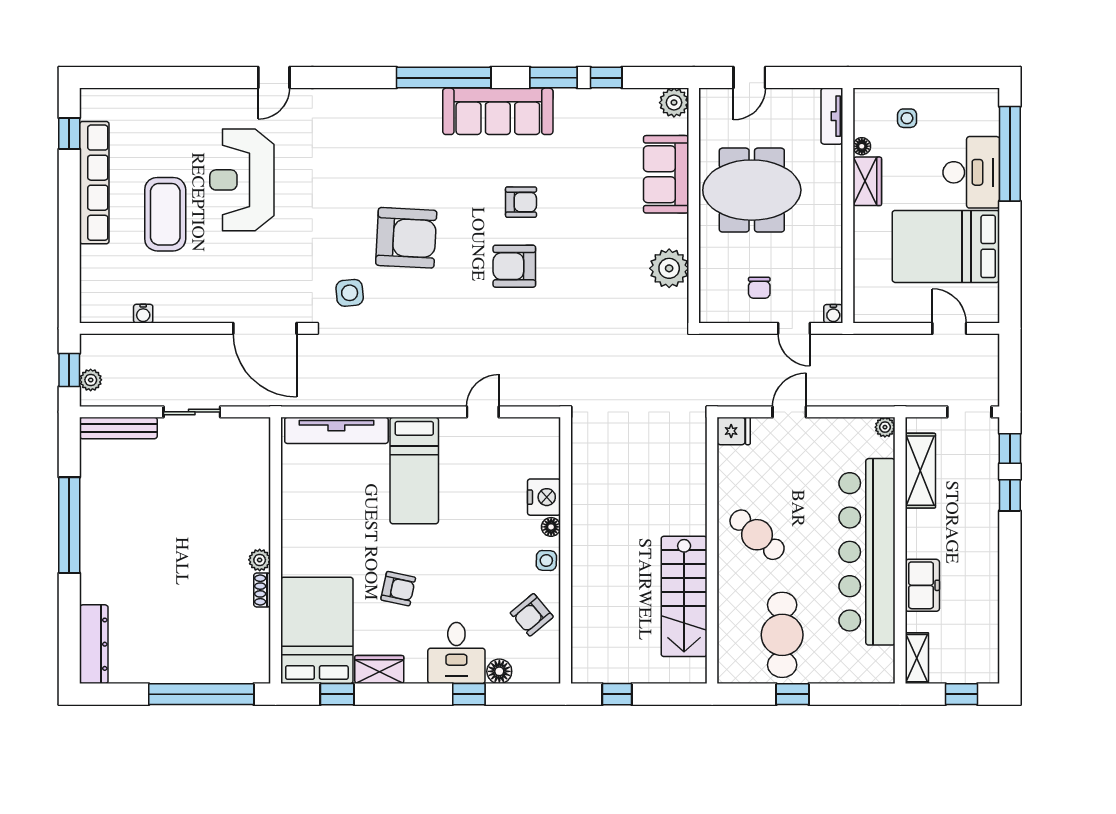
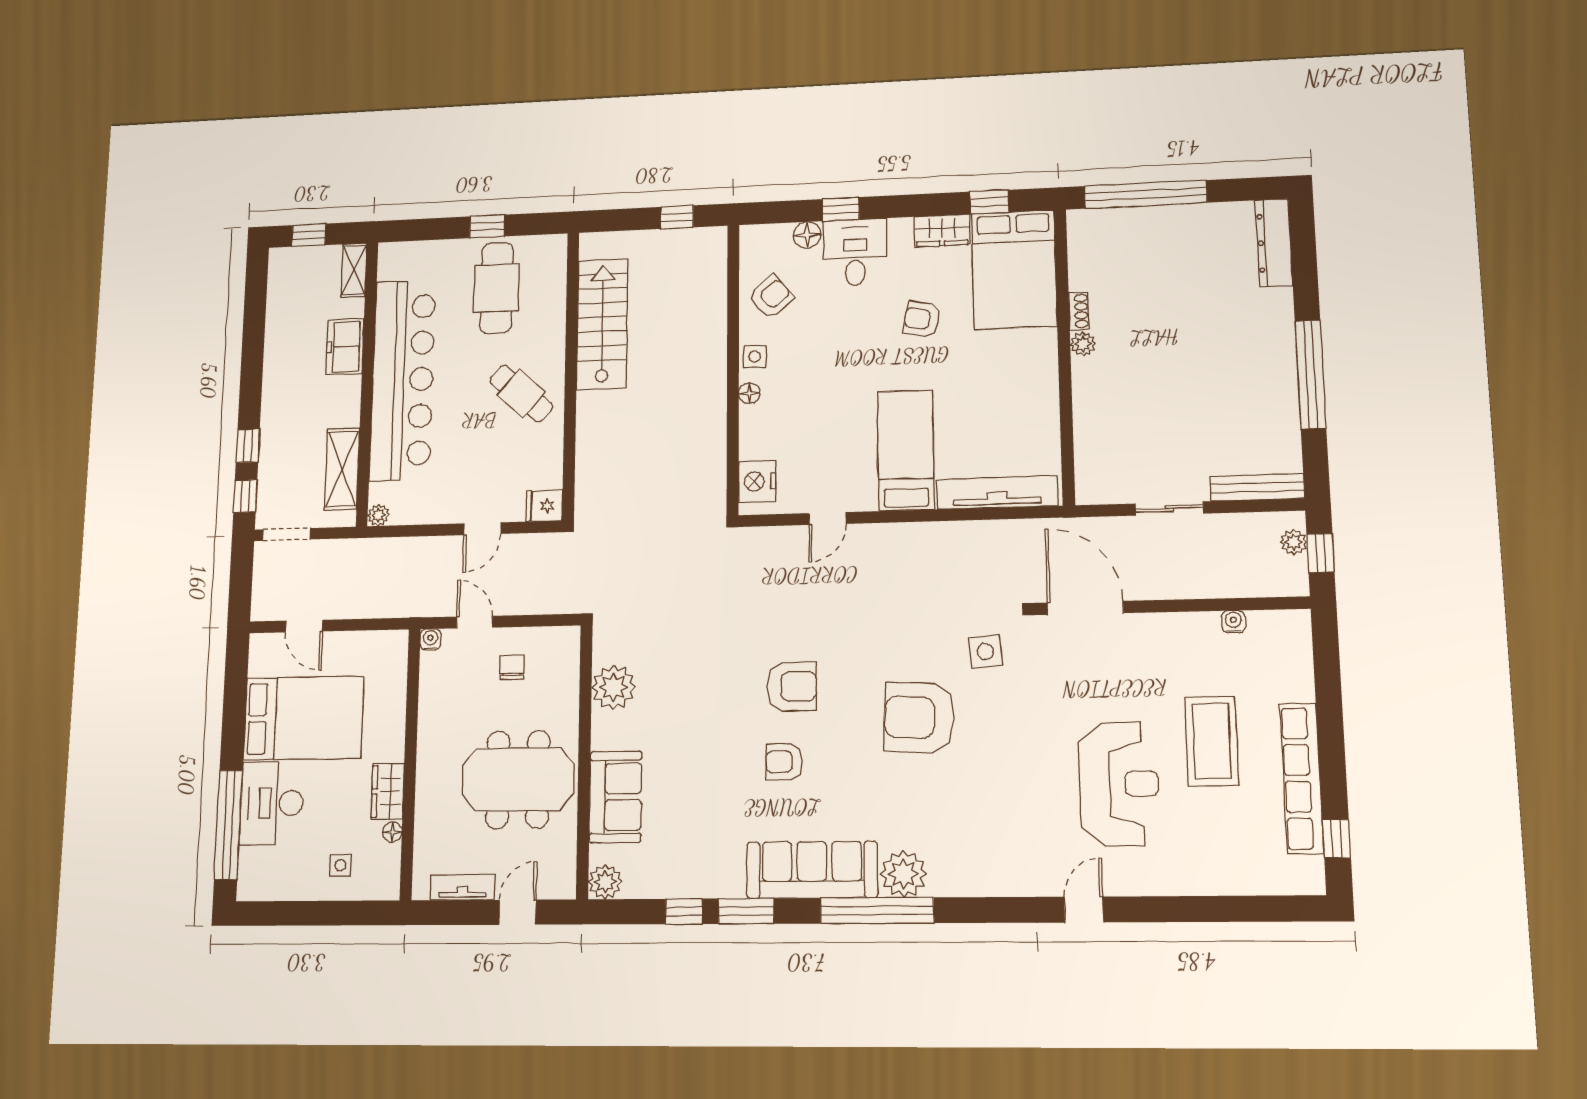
plant: (421, 107) -> (903, 874), added
tv unit: (832, 116) -> (463, 887), moved, turned -90
nightstand: (544, 497) -> (757, 481), moved

